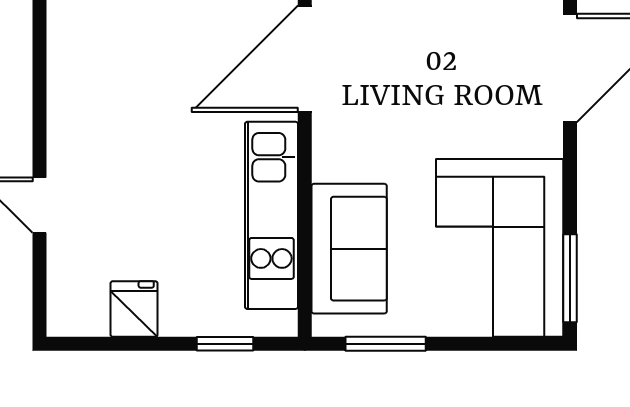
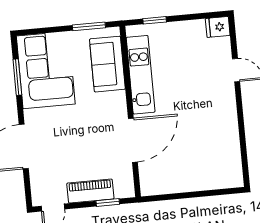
window: (570, 278) -> (17, 77), moved
fridge: (134, 309) -> (218, 27), moved, turned 90

